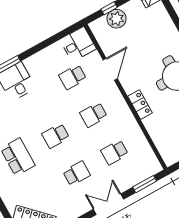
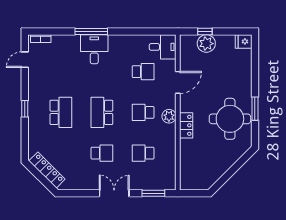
school desk: (73, 77) -> (143, 72), turned 180
plant: (119, 105) -> (169, 116), added
school desk: (56, 136) -> (102, 112), width x1.85

